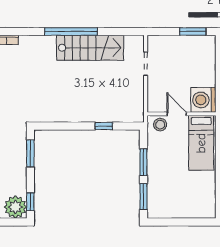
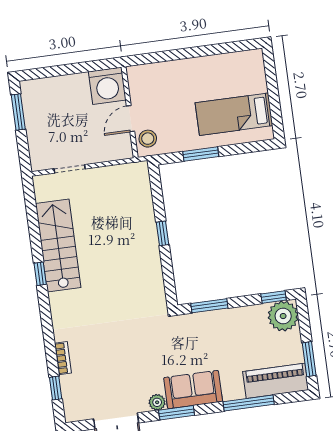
window: (71, 31) -> (40, 274), width x0.32
window: (104, 126) -> (162, 233), moved
bed: (201, 143) -> (234, 114), moved, turned 180
window: (144, 197) -> (246, 148), removed

